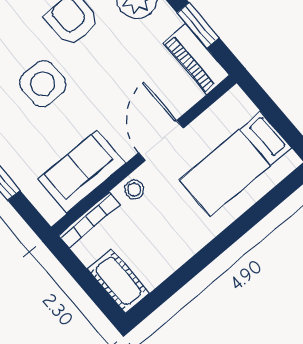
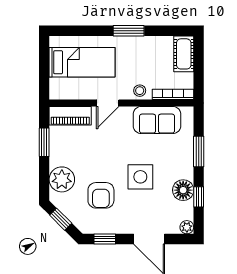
piano: (196, 59) -> (70, 116), moved, turned 90
door: (161, 141) -> (108, 103), width x0.73
window: (211, 252) -> (129, 31), added

